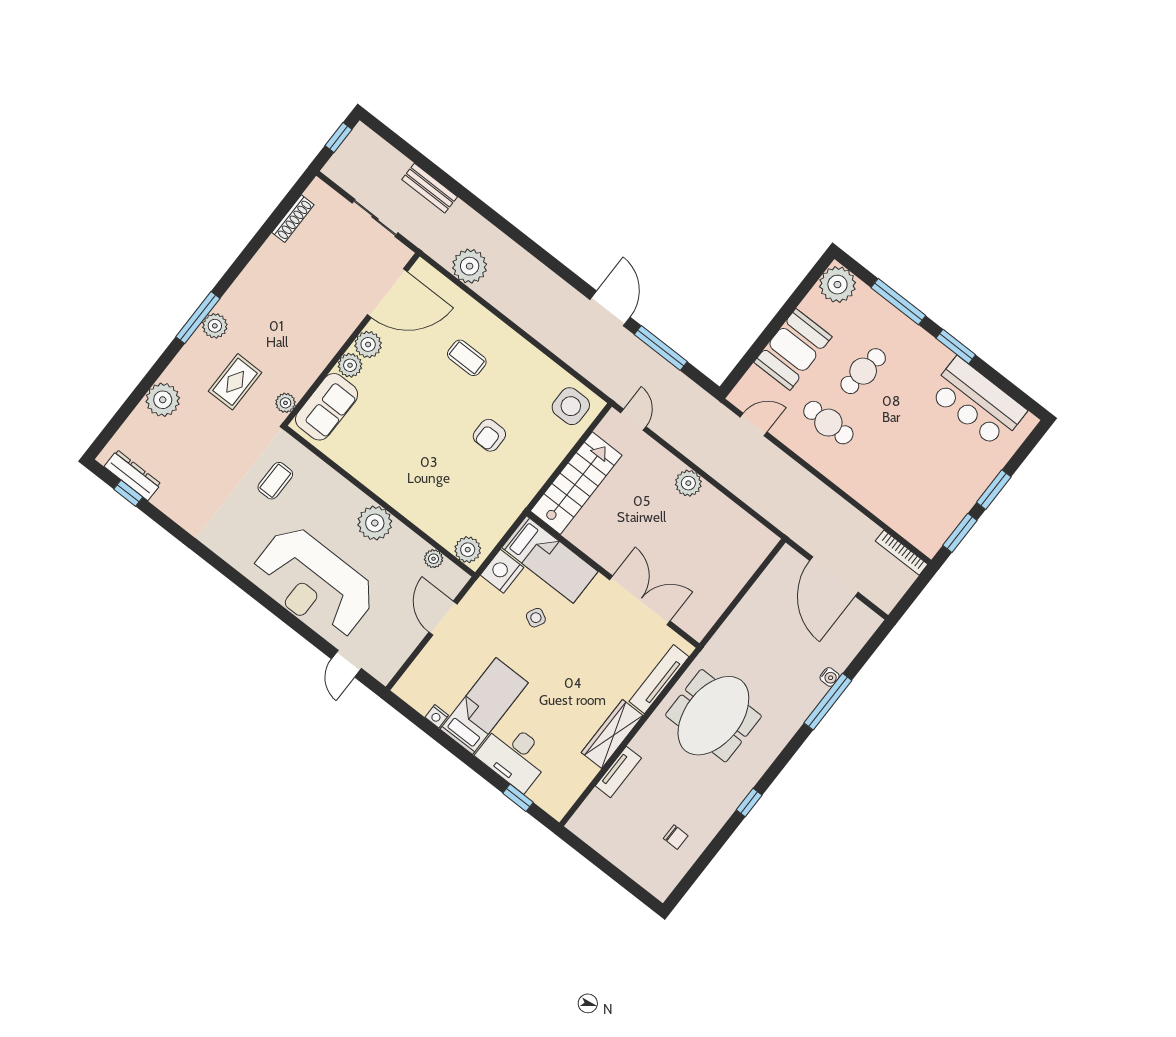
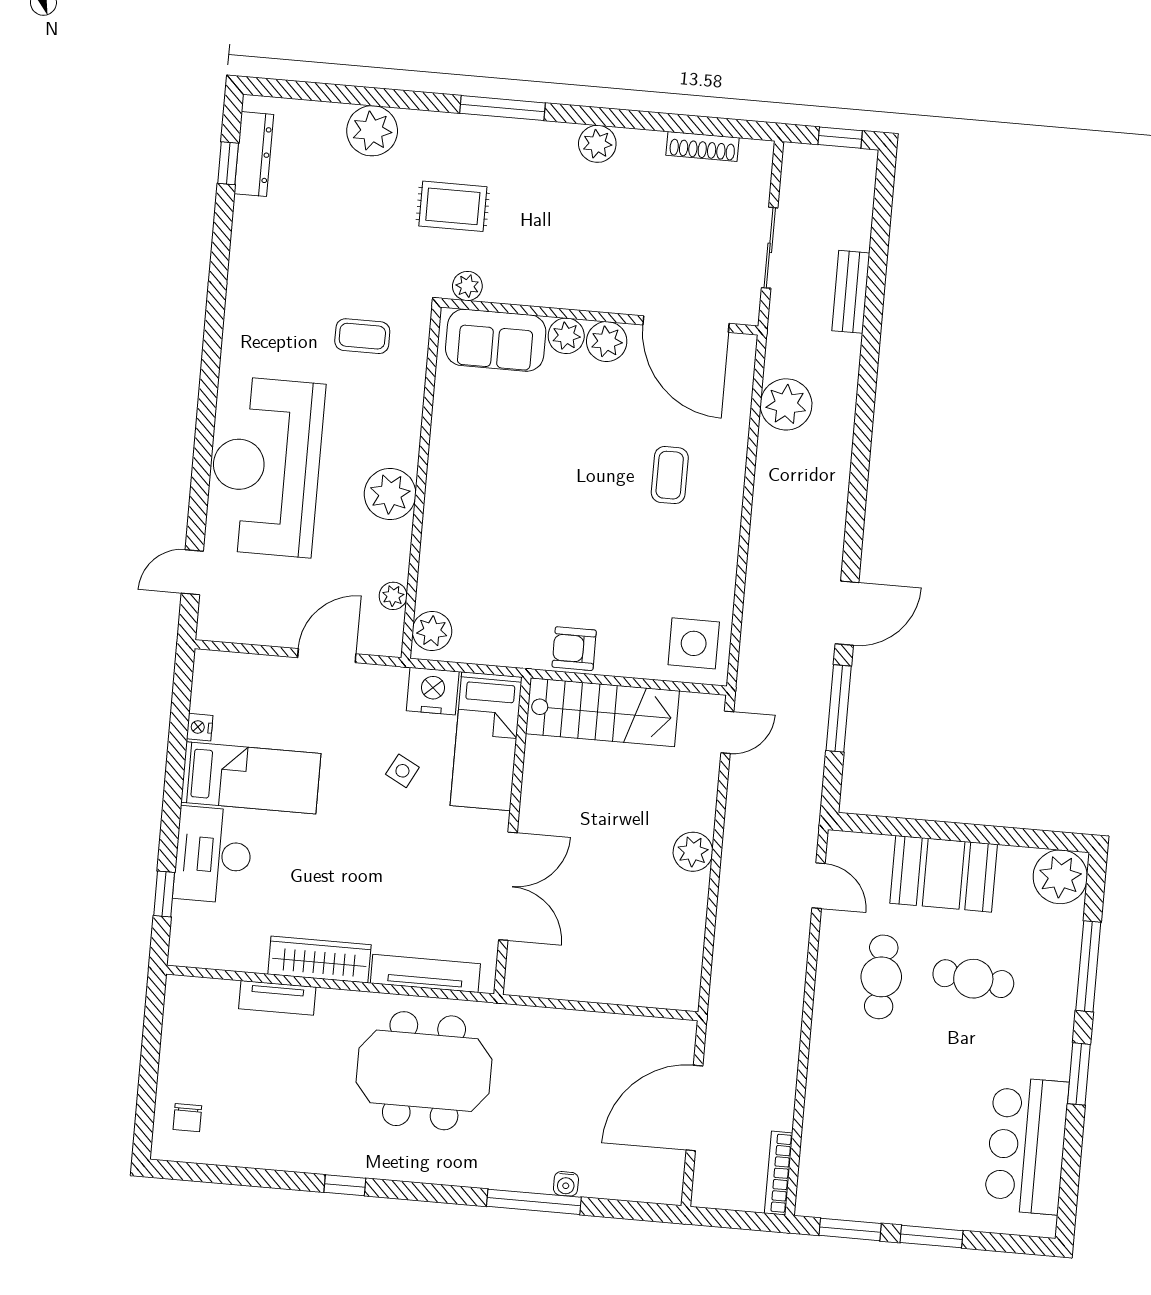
plant: (215, 326) -> (597, 144), moved
armchair: (489, 435) -> (574, 649), moved
chair: (676, 837) -> (187, 1118), moved

